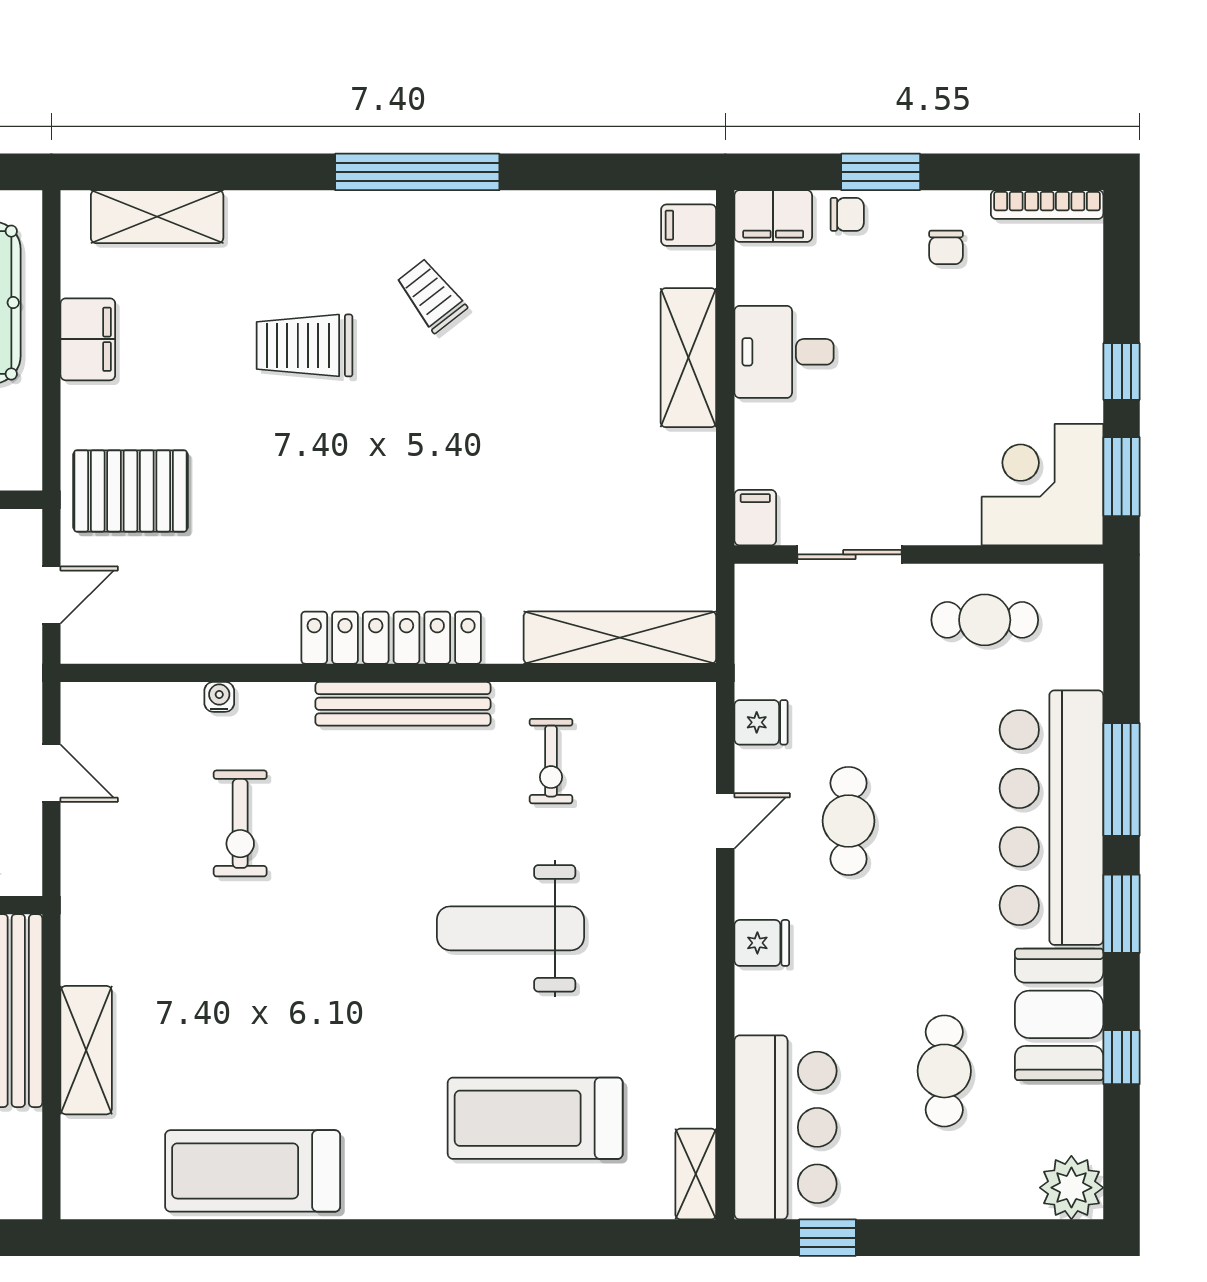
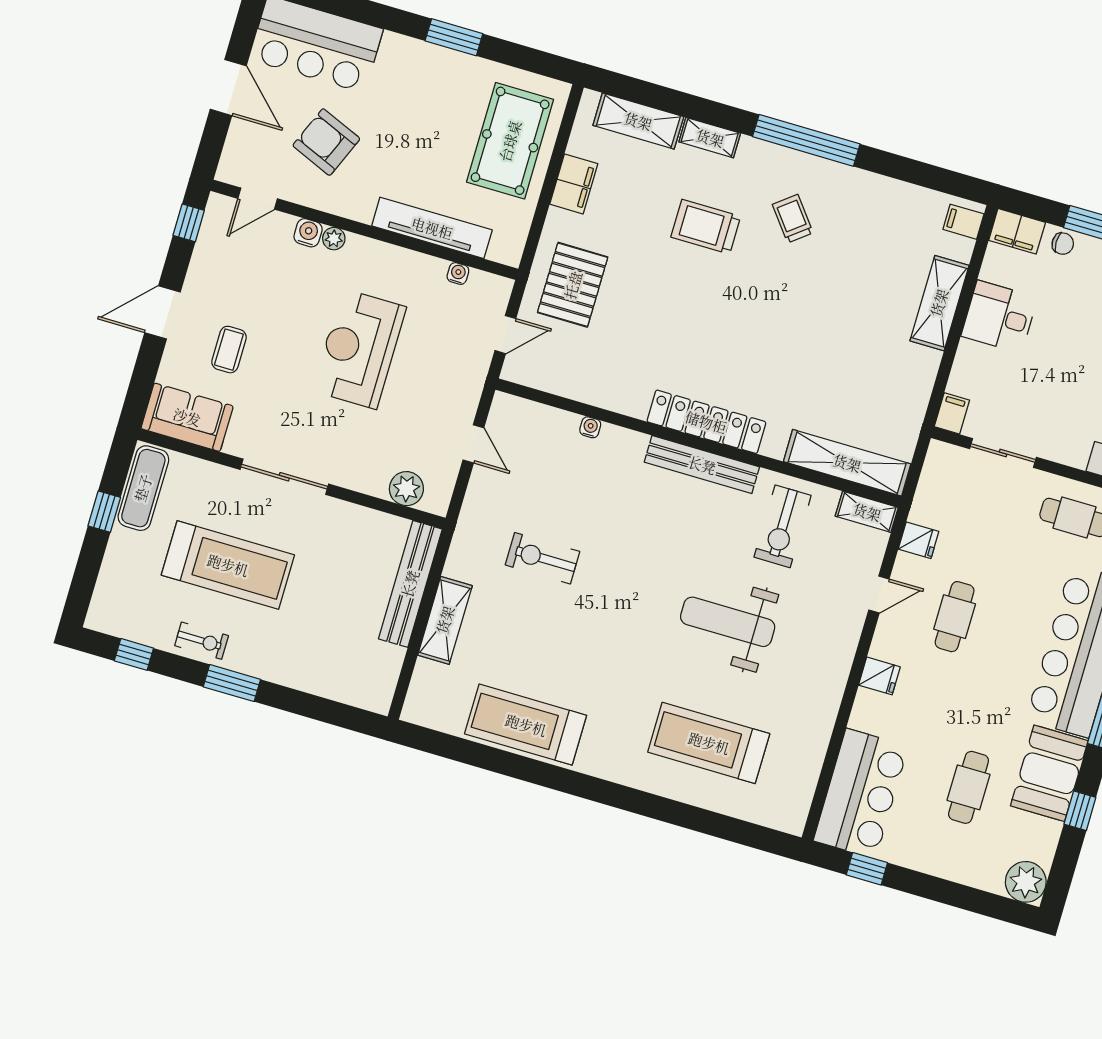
shelving: (271, 210) -> (710, 138), added
pallet: (130, 491) -> (573, 285), turned 90
exercise bike: (551, 761) -> (783, 526), width x1.38, depth x1.39
exercise bike: (240, 823) -> (542, 558), moved, turned 90
shelving: (696, 1174) -> (867, 512), moved, turned 90

